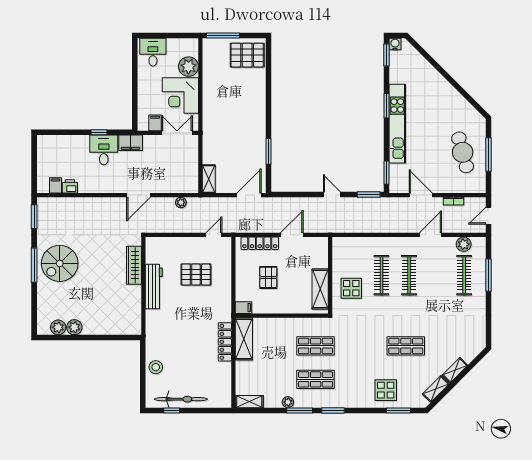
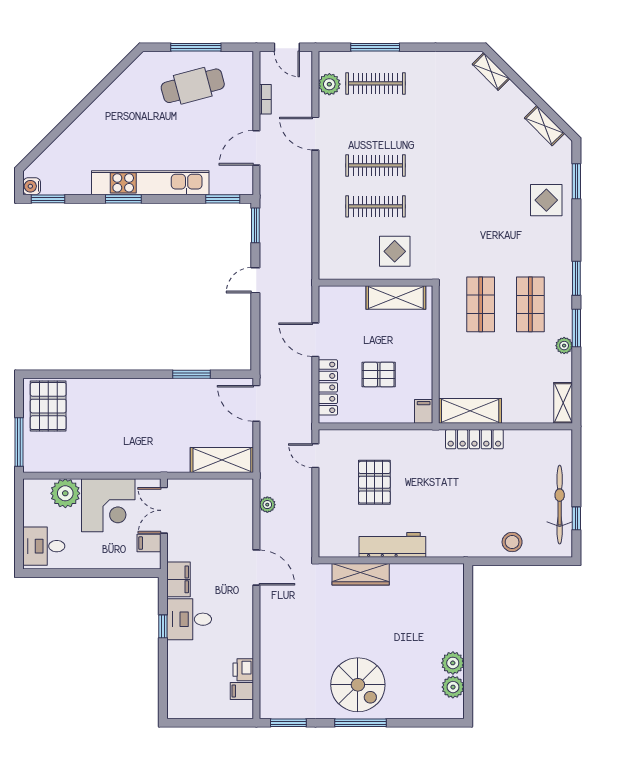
shelving: (209, 179) -> (222, 460), width x1.50, depth x1.33
shop shelf: (406, 346) -> (481, 170), removed
shelving: (455, 370) -> (491, 71), moved

